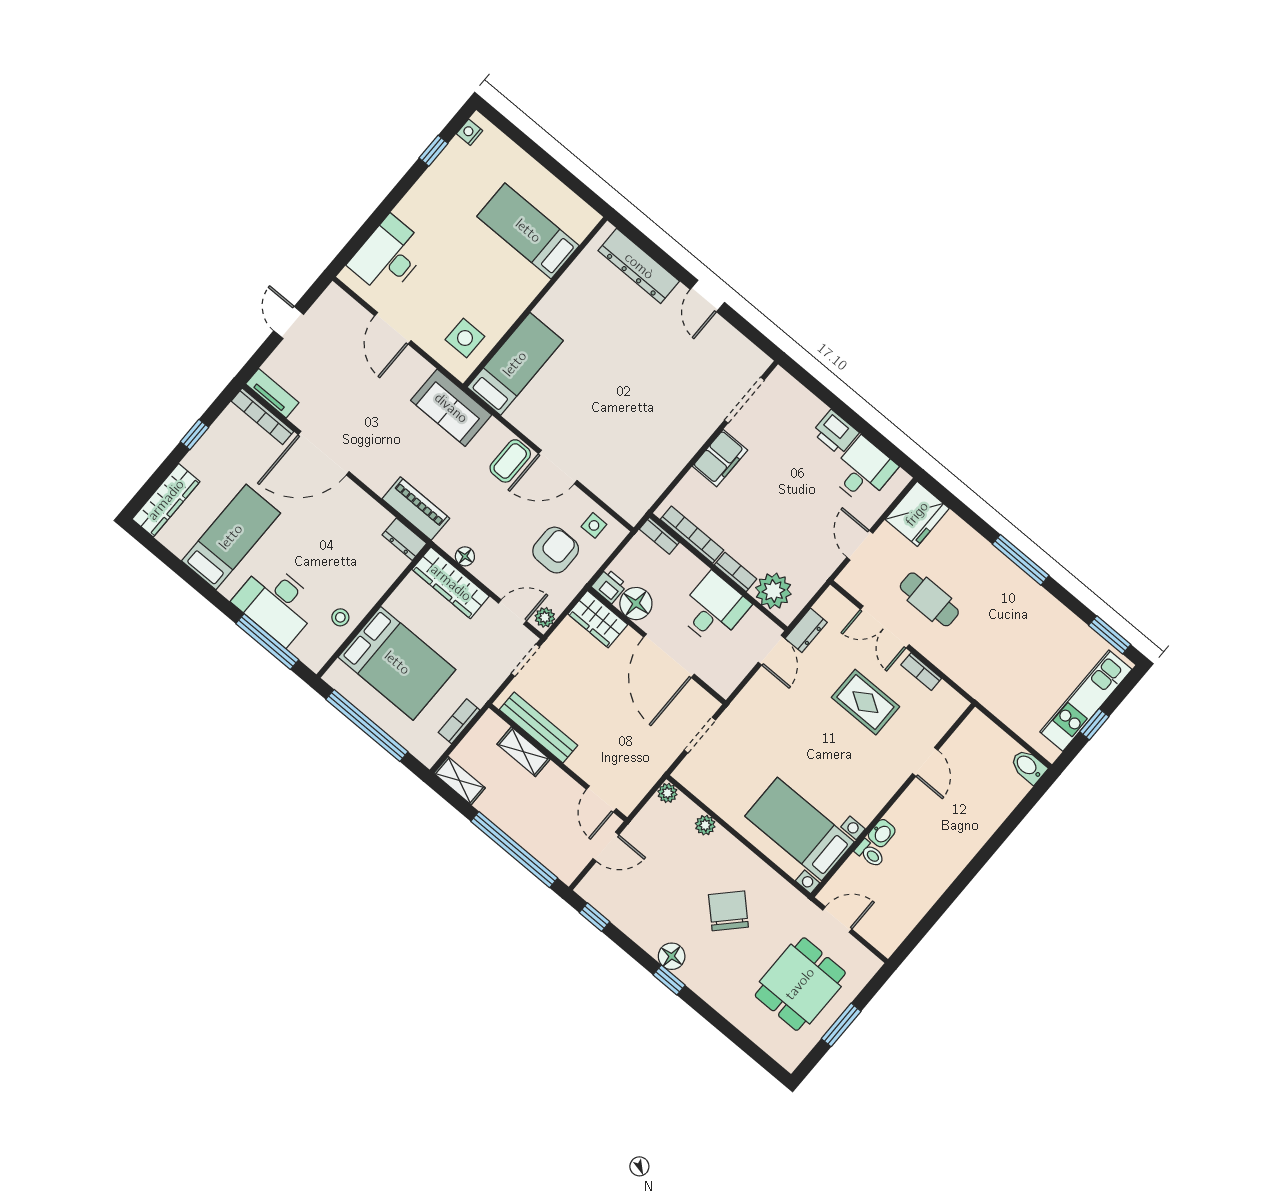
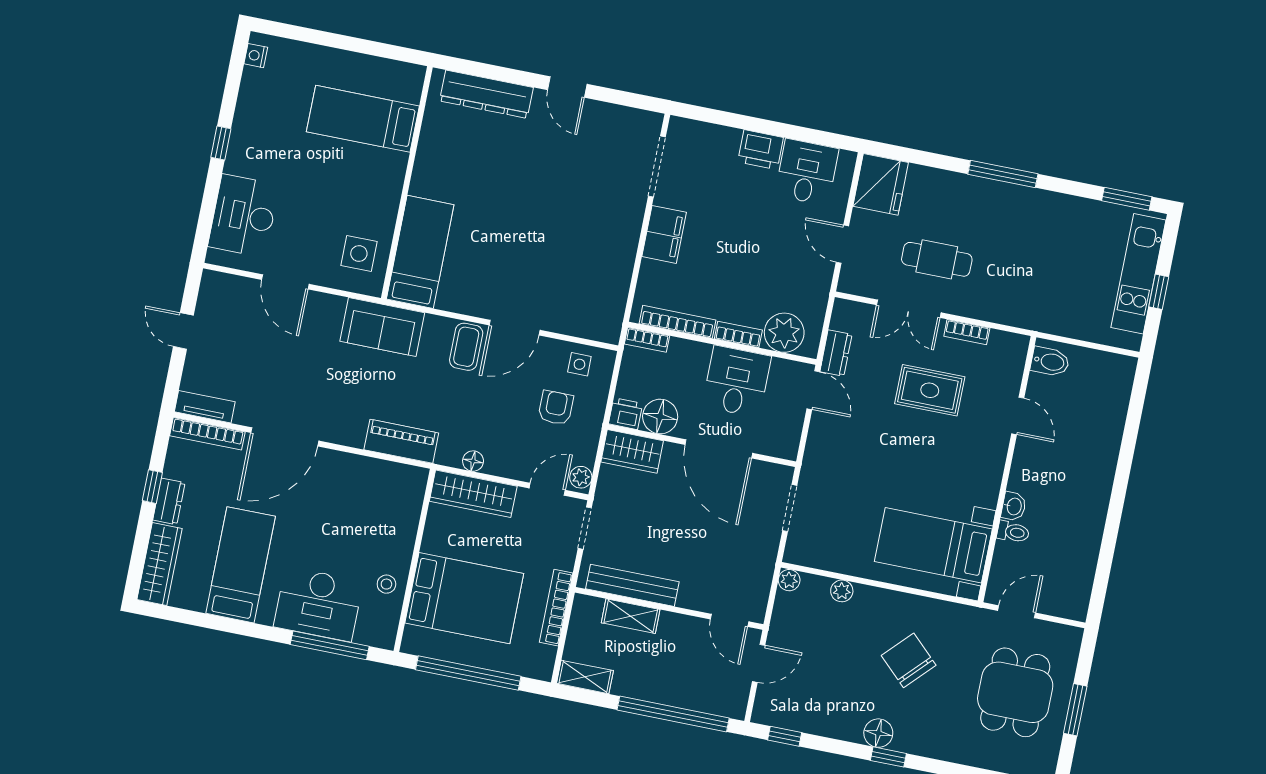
window: (433, 151) -> (221, 143), moved
dresser: (404, 539) -> (169, 501), moved, turned -90
armchair: (556, 550) -> (556, 408), width x0.72, depth x0.72
bookcase: (459, 721) -> (556, 608), width x1.56
bidet: (1028, 766) -> (1050, 362), moved, turned 180

